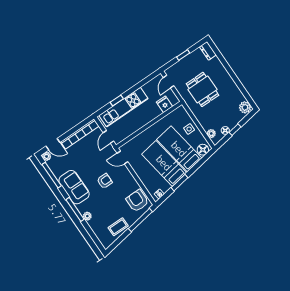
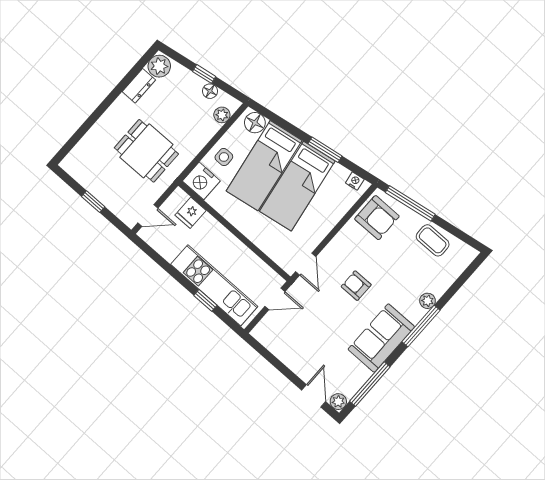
dresser: (208, 51) -> (139, 86), moved
dining table: (203, 89) -> (146, 151), turned 90
nightstand: (180, 114) -> (201, 181), added
bookcase: (80, 134) -> (283, 352), removed
armchair: (137, 201) -> (377, 218), turned -90

